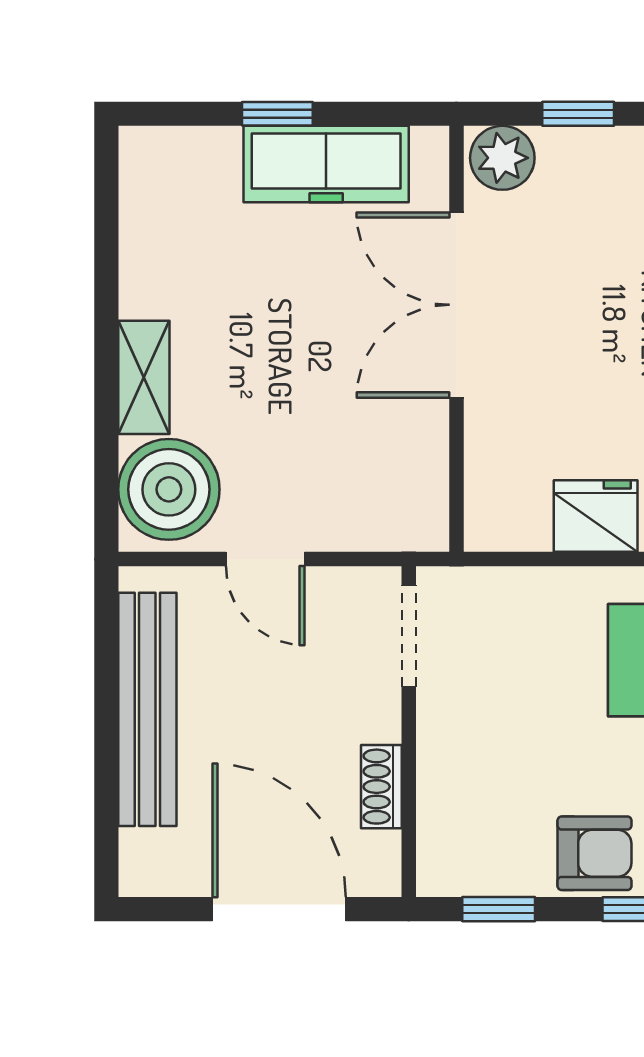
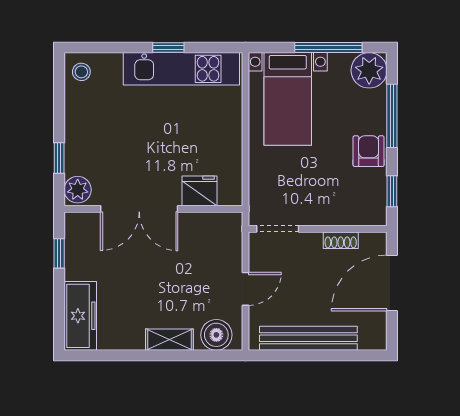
window: (277, 114) -> (59, 253), moved
freezer: (326, 164) -> (80, 316), moved
boiler: (169, 489) -> (216, 335), width x0.73, depth x0.73
fridge: (596, 516) -> (200, 191), moved, turned 90

